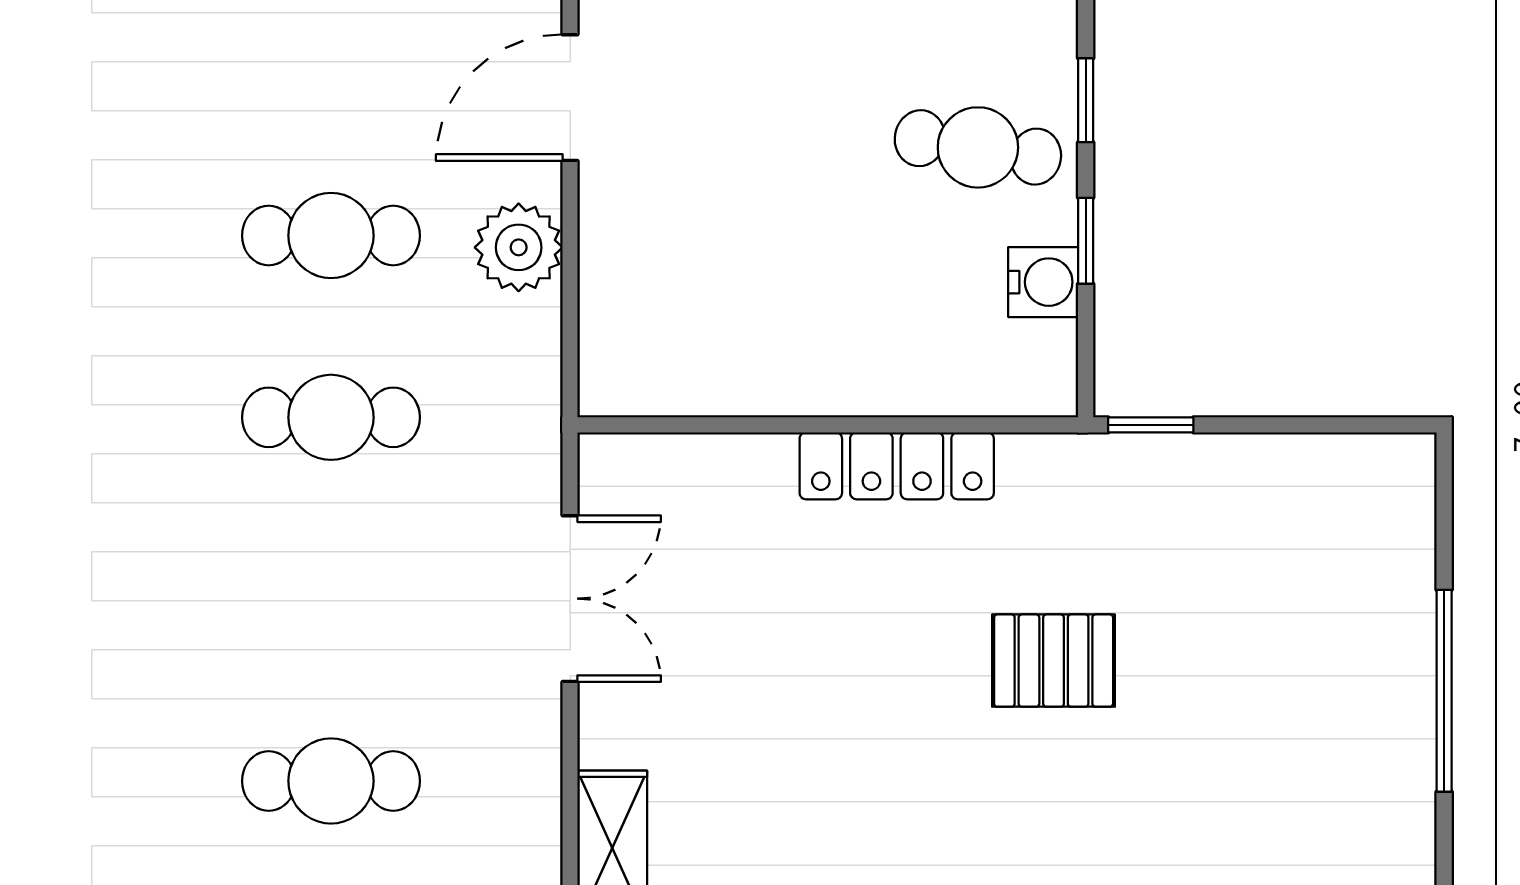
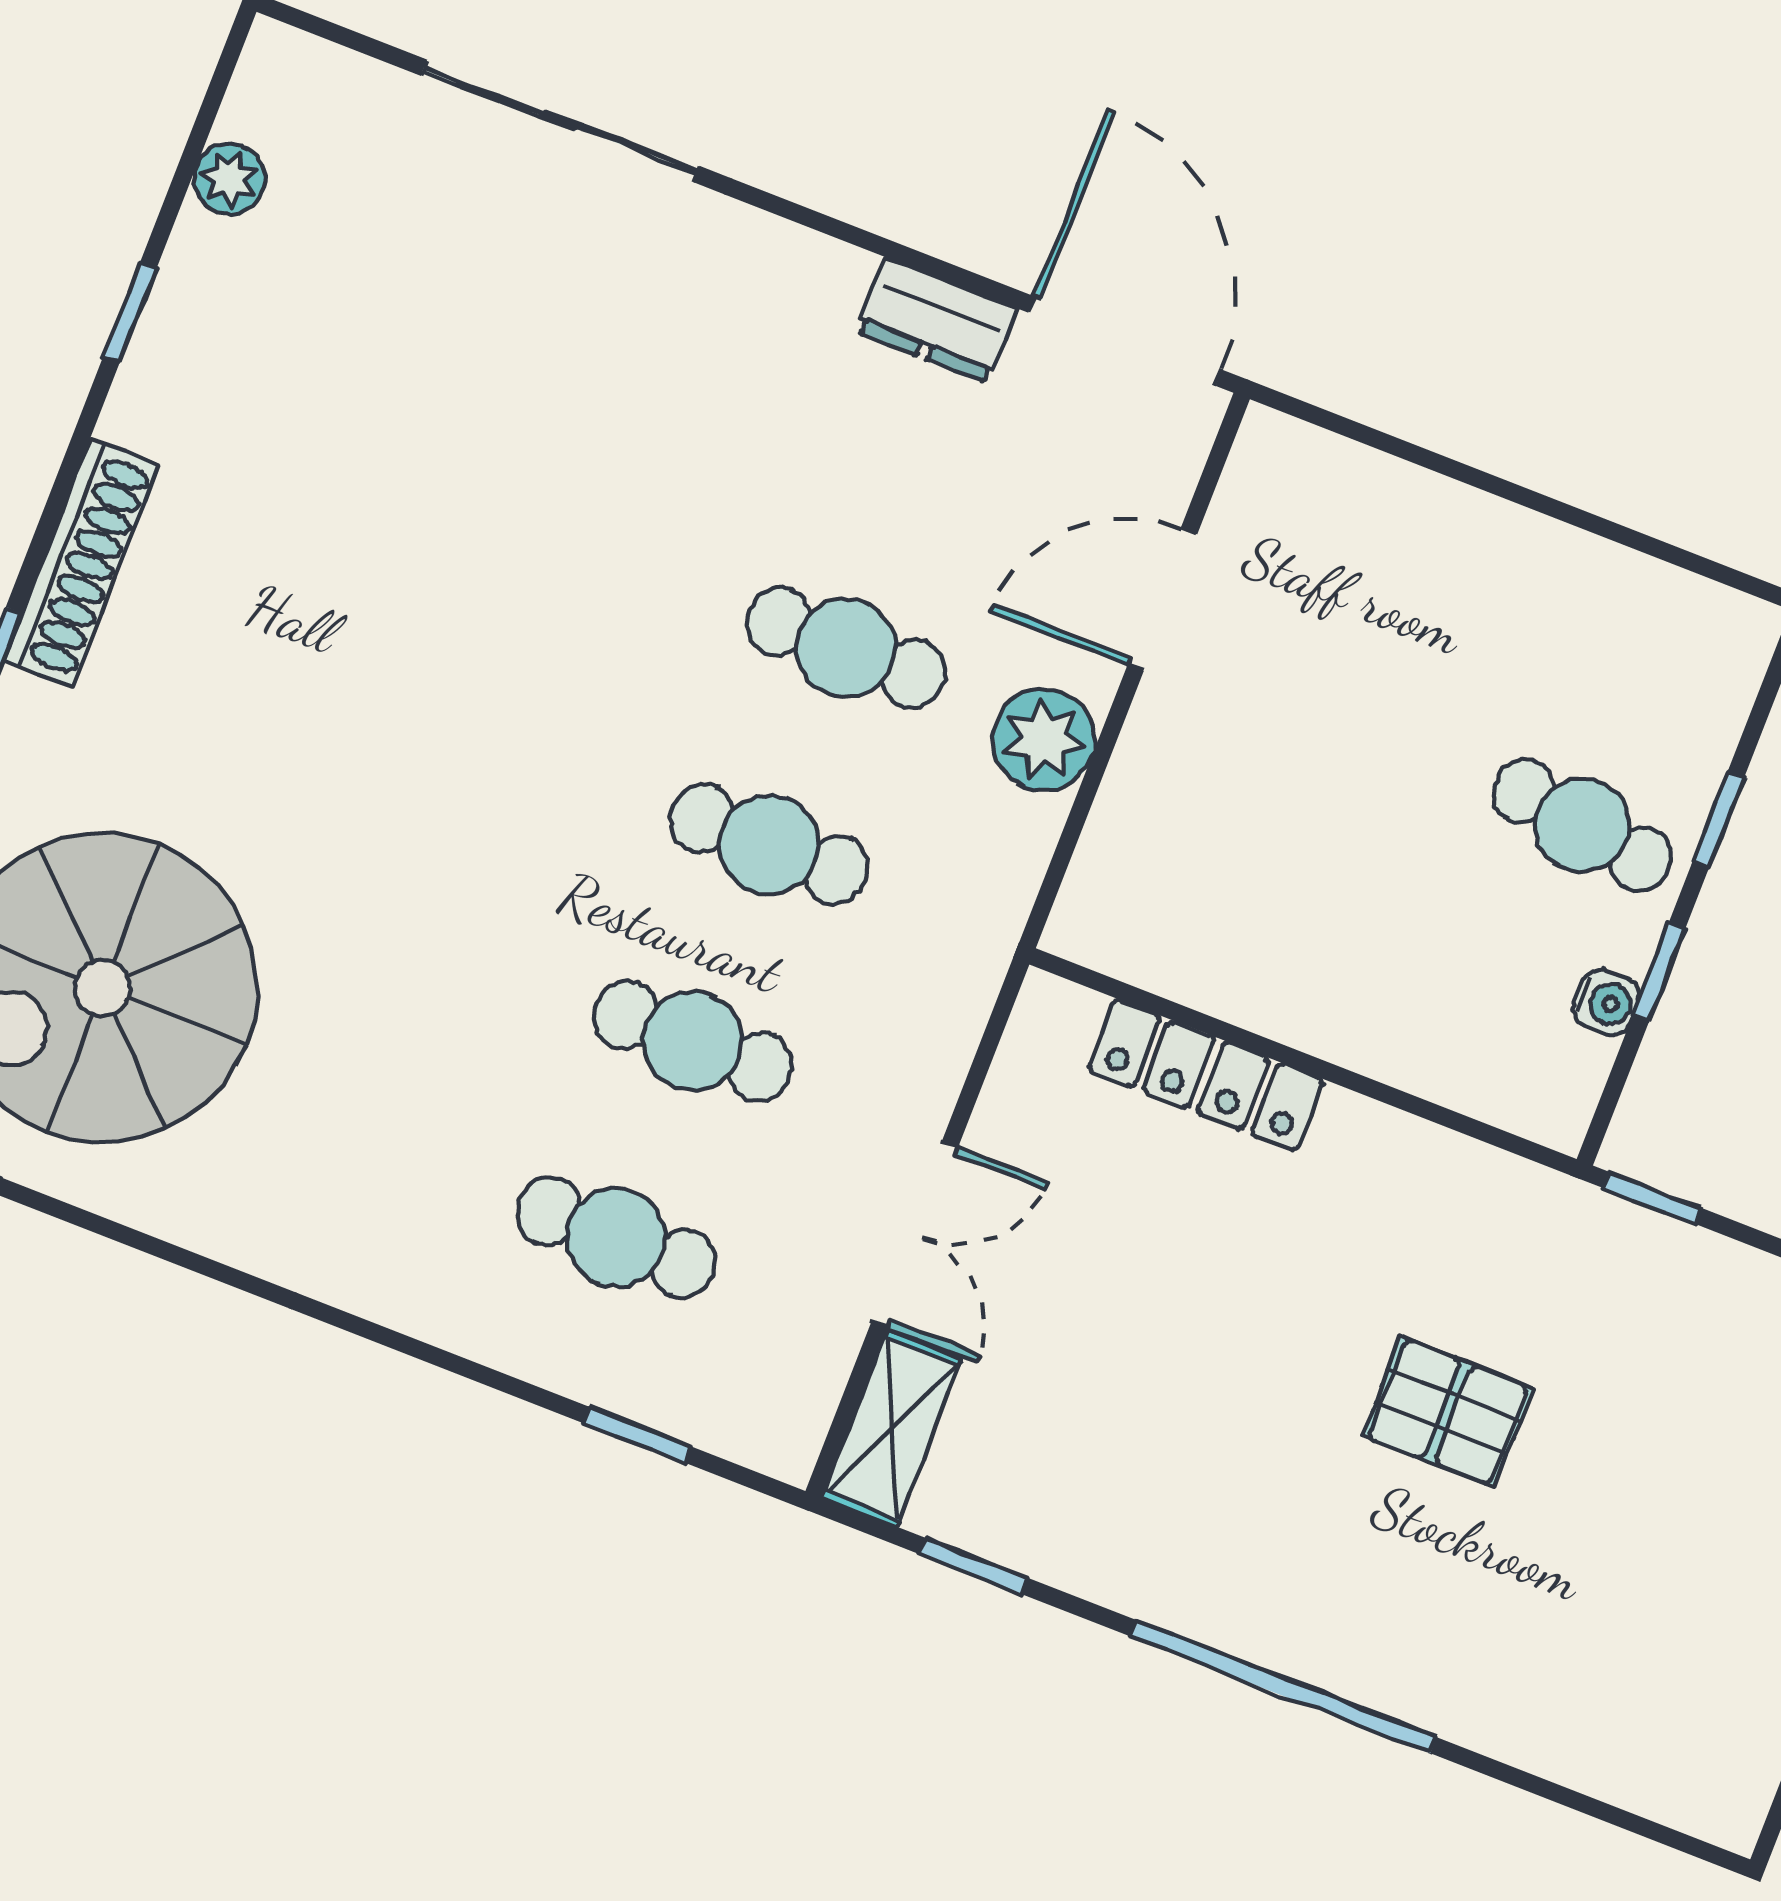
water cooler: (1043, 282) -> (1606, 1002), width x0.72, depth x0.72
locker: (897, 466) -> (1206, 1075), moved
cafe table: (331, 599) -> (693, 1041), added
double door: (570, 599) -> (915, 1234), moved

